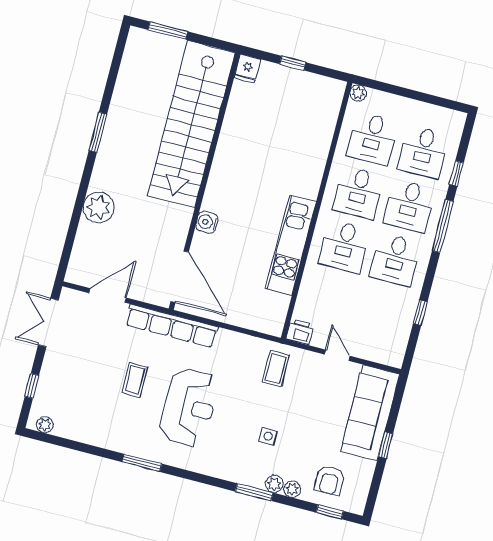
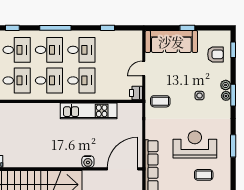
window: (456, 173) -> (12, 28), moved
coffee table: (135, 380) -> (204, 175), moved
window: (142, 463) -> (233, 146), moved
plant: (292, 489) -> (226, 96), moved

